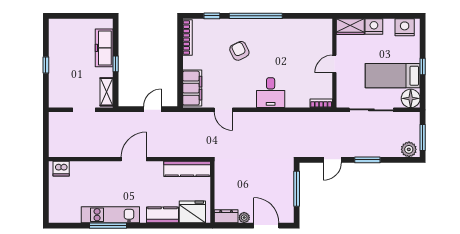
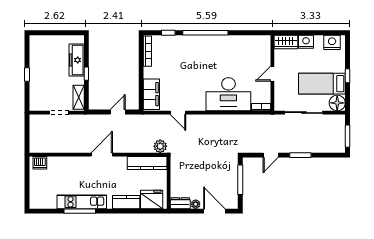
armchair: (239, 51) -> (192, 62), removed
desk: (271, 93) -> (228, 94), width x1.87, depth x1.30
plant: (409, 149) -> (160, 146), moved

